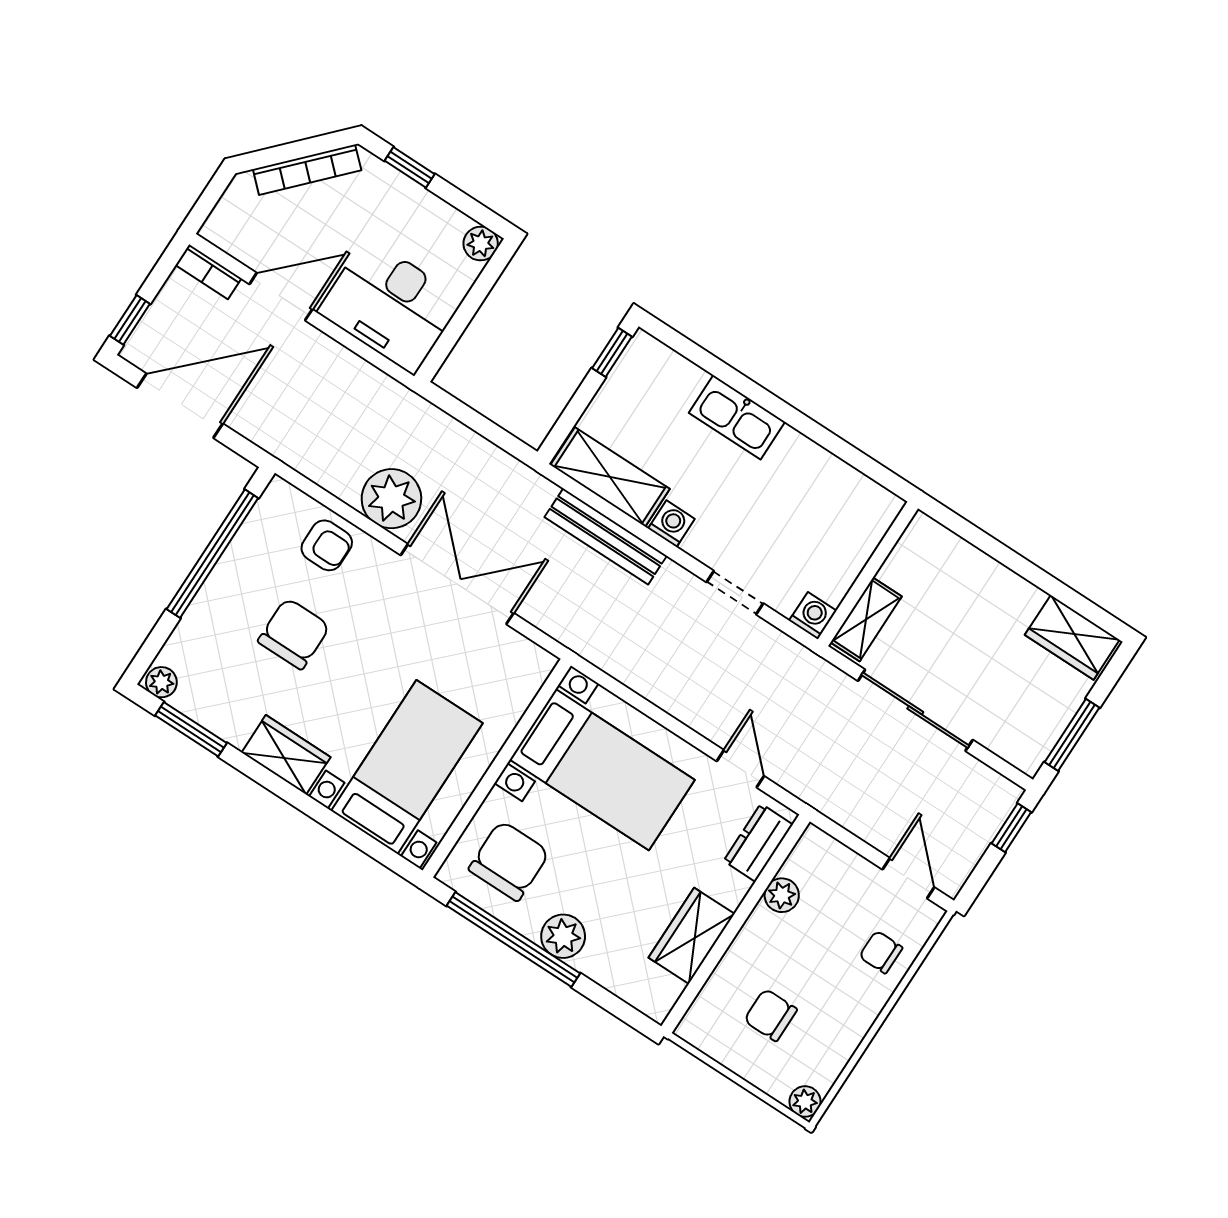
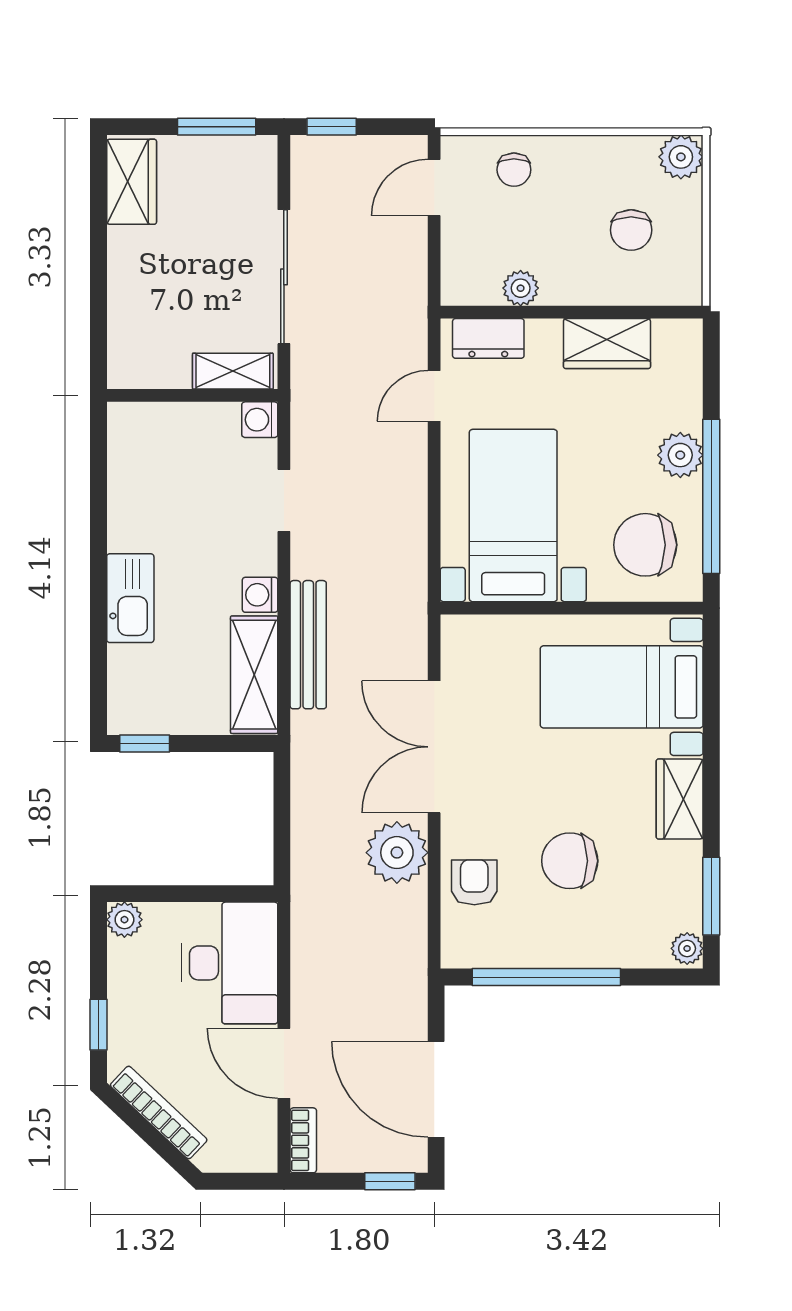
plant: (805, 1102) -> (681, 157), width x1.38, depth x1.38

